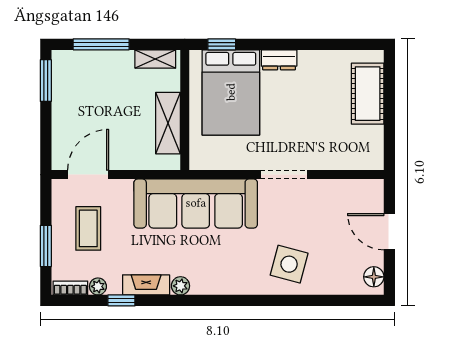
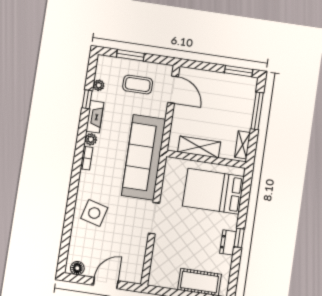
window: (222, 44) -> (239, 238), moved
dresser: (279, 60) -> (228, 242), moved
bookcase: (70, 288) -> (87, 158), moved

